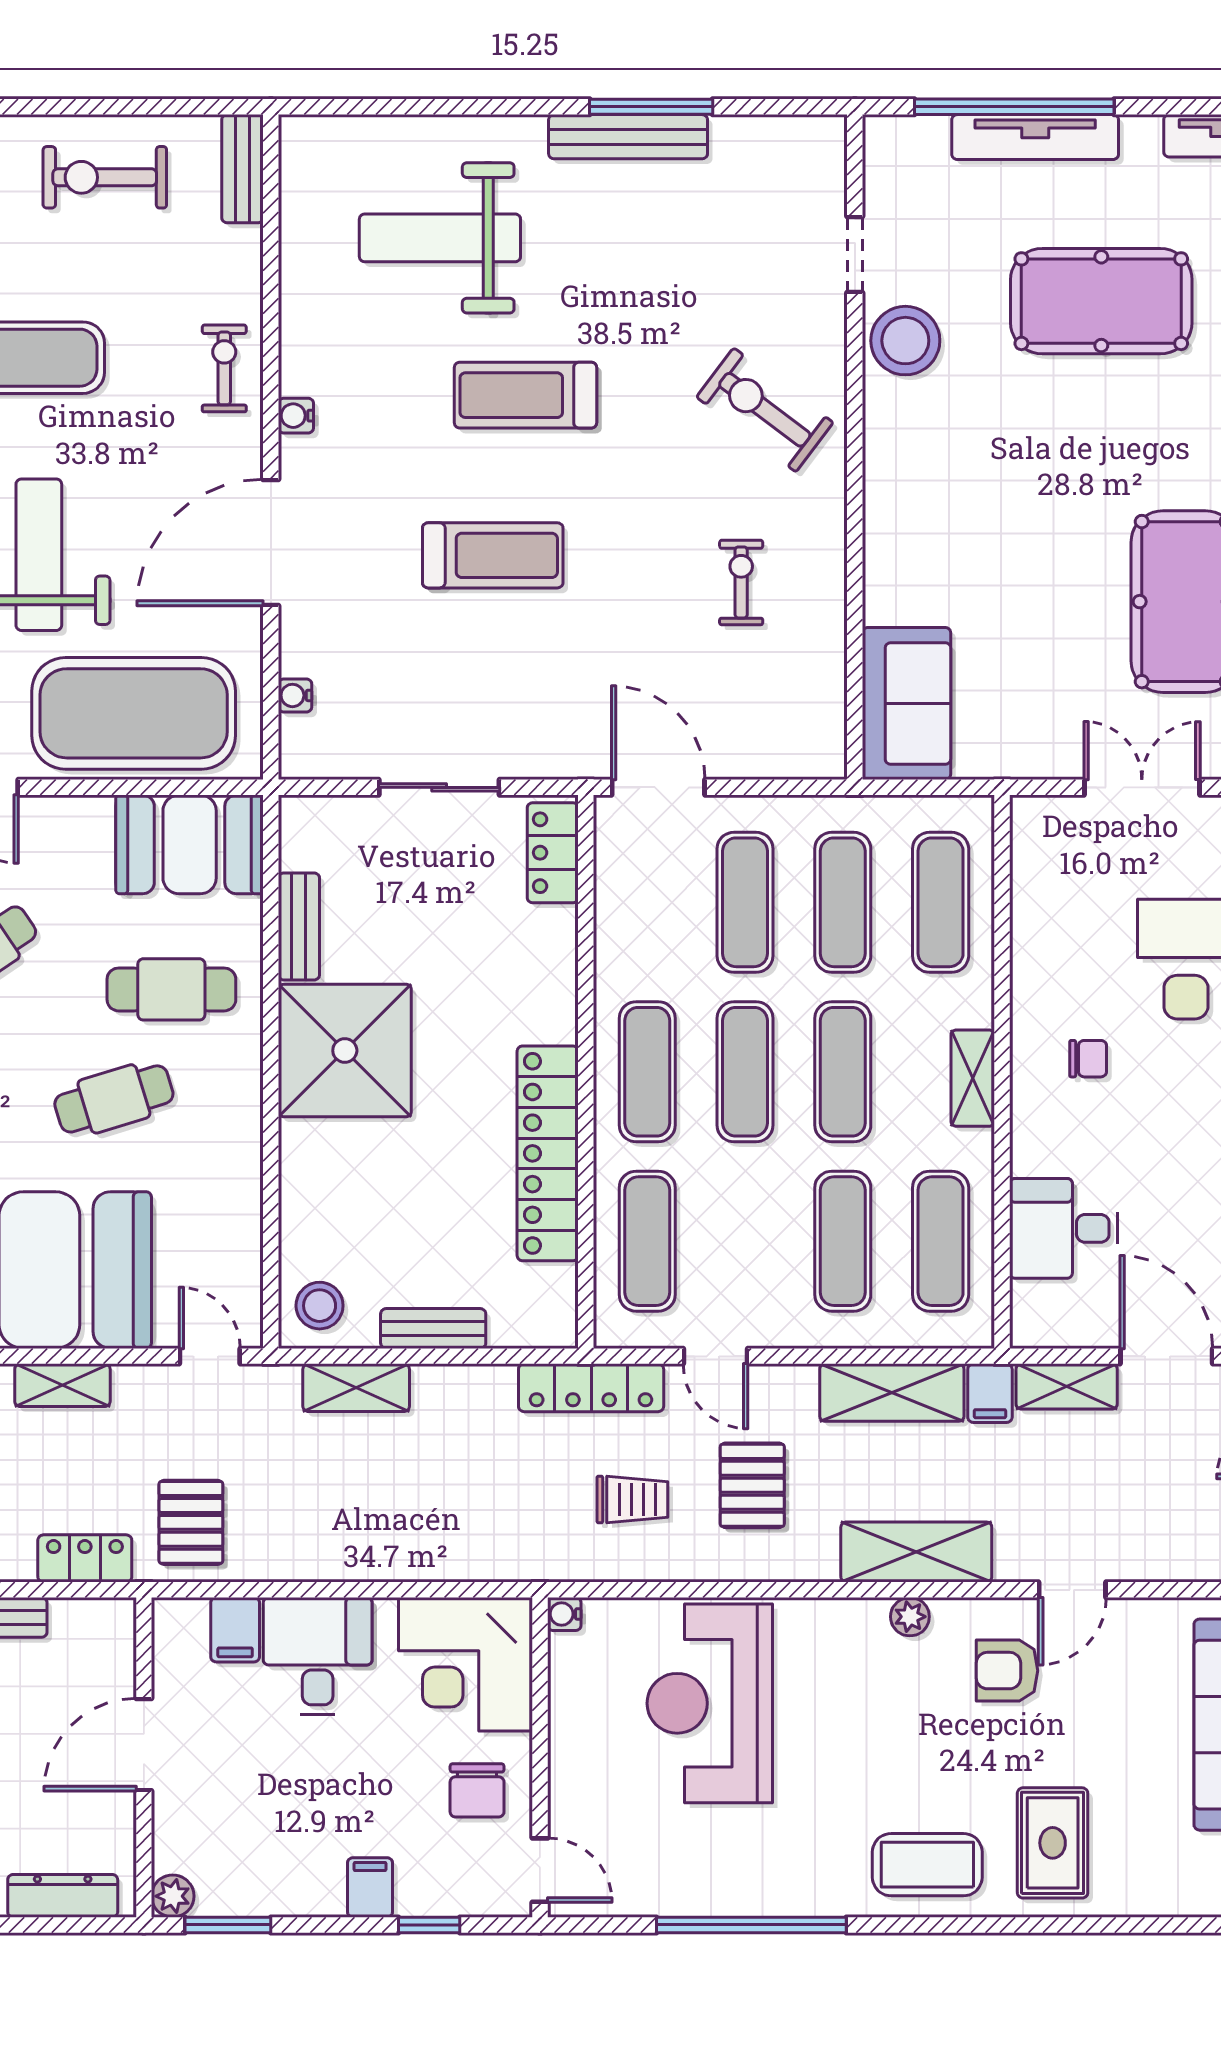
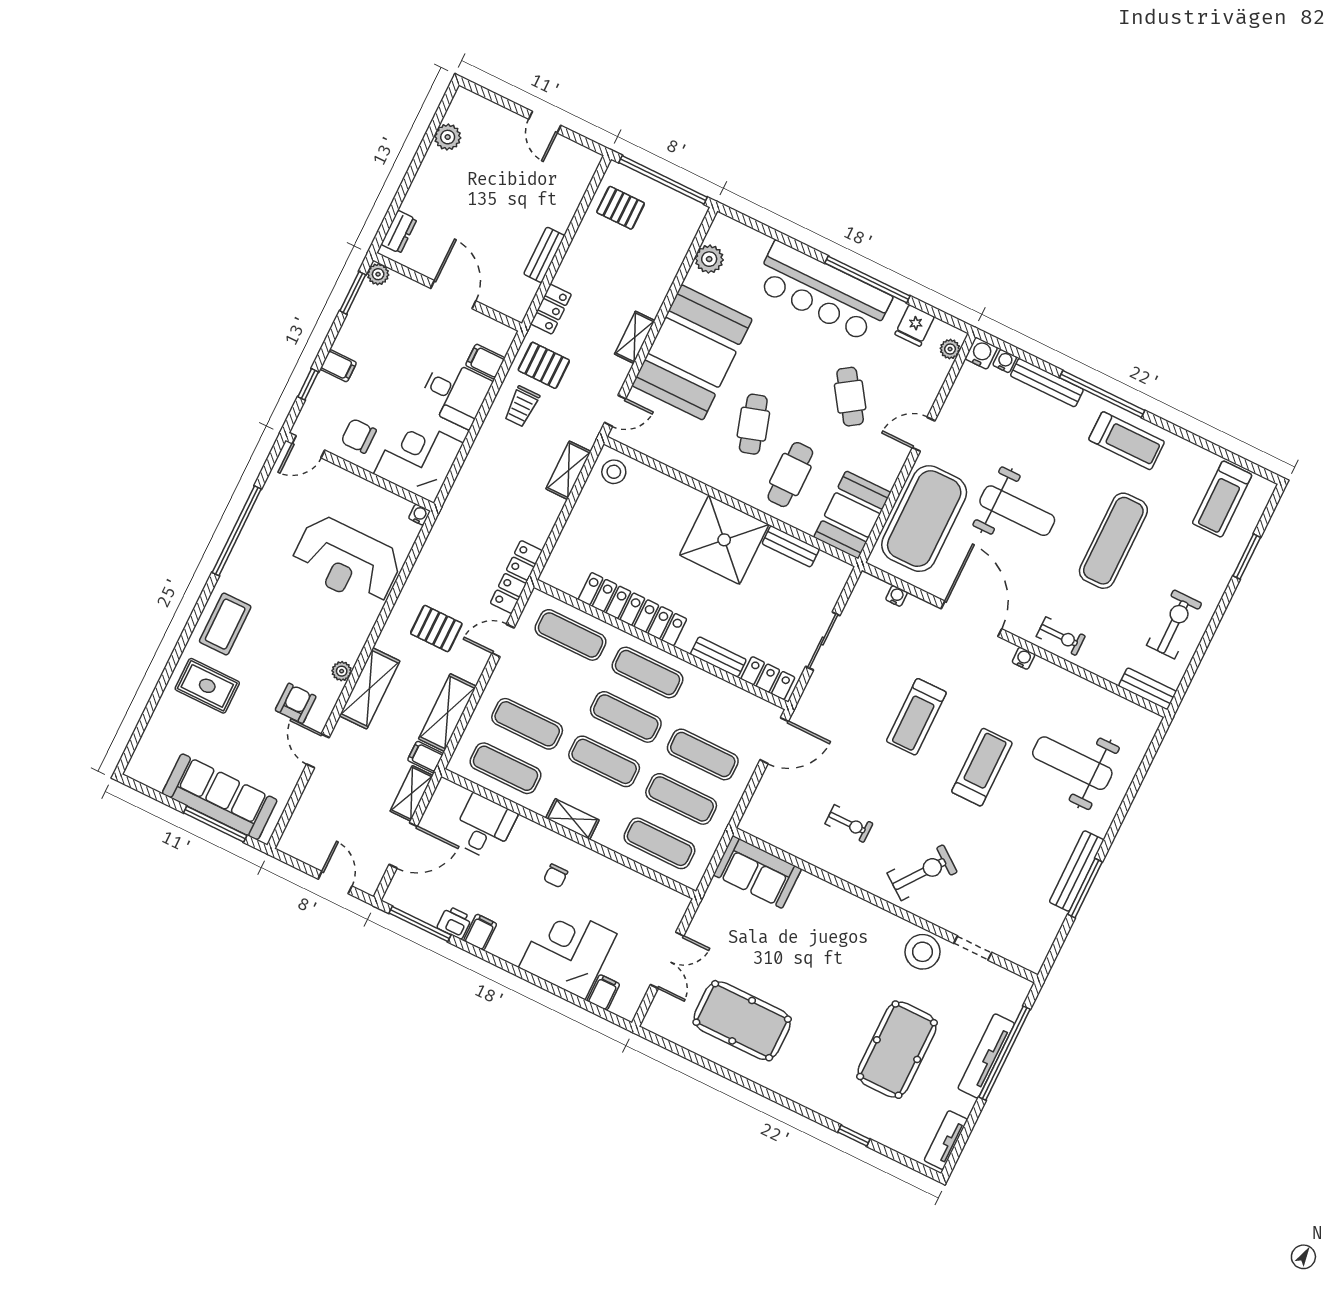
weight bench: (440, 238) -> (1072, 763), turned -90
bench: (433, 1328) -> (718, 657), moved, turned 90
trolley: (632, 1499) -> (522, 406), moved
reception desk: (710, 1703) -> (347, 561), turned 180
dresser: (63, 1896) -> (399, 232), width x0.70

